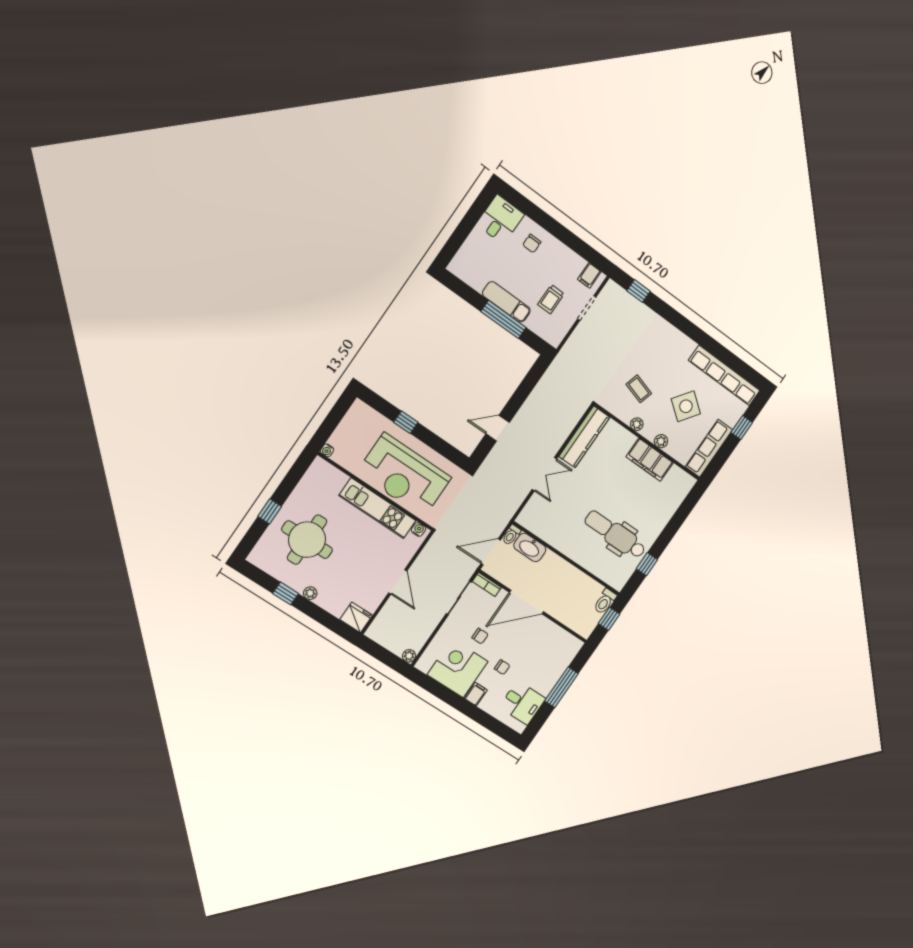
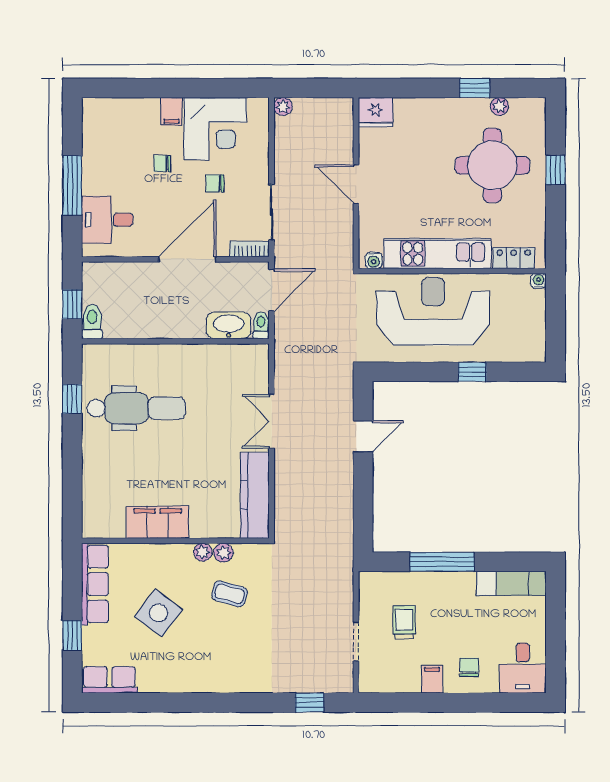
filing cabinet: (589, 275) -> (432, 679), moved
exam couch: (506, 302) -> (511, 583), moved
row of seats: (724, 375) -> (109, 680), width x0.50
plant: (661, 441) -> (223, 553), moved
locker: (333, 475) -> (514, 258), added
plant: (310, 593) -> (500, 106), moved
desk: (522, 703) -> (107, 220), moved

